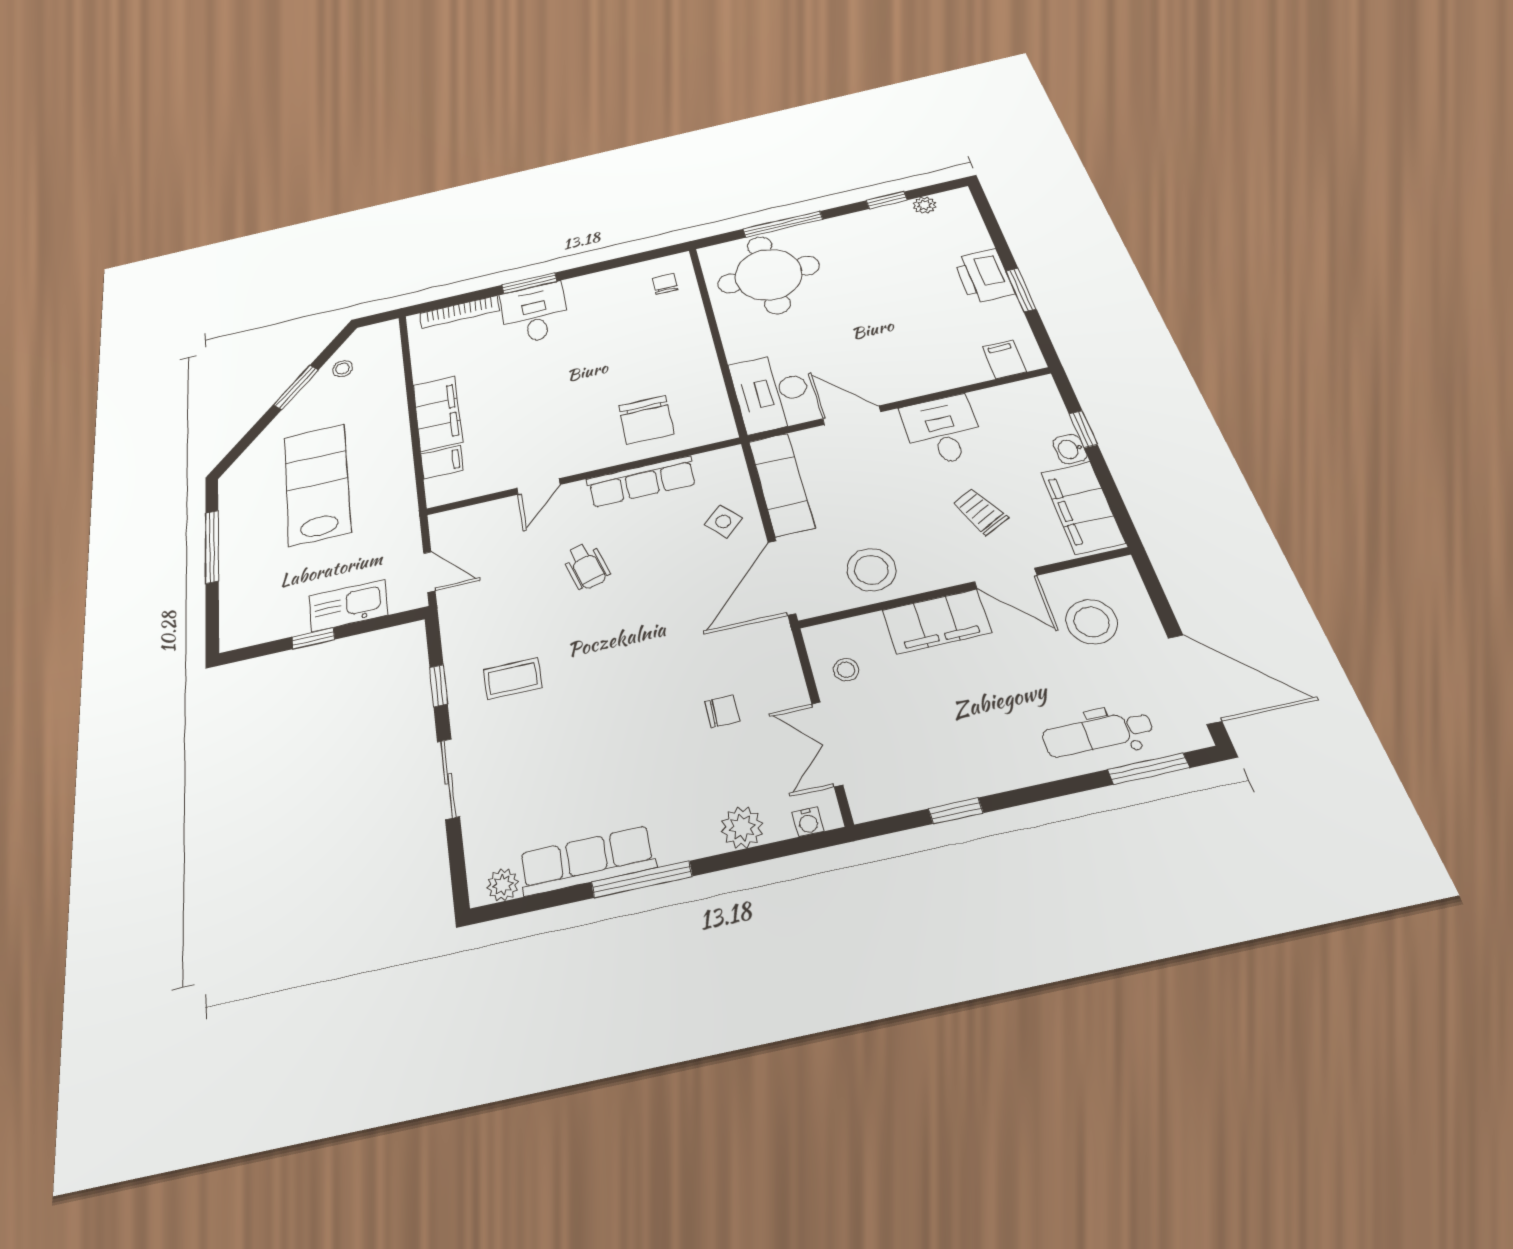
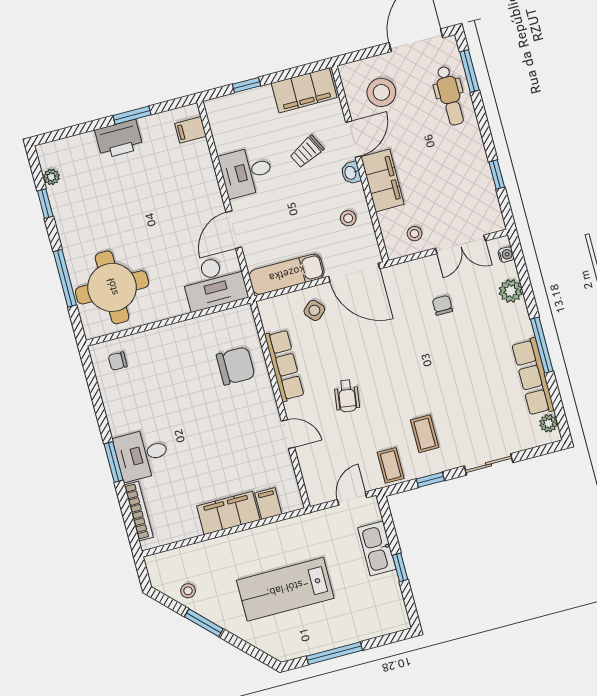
washbasin: (1070, 449) -> (351, 173), moved, turned 90
wheelchair: (586, 566) -> (347, 396), turned 114
stool: (871, 570) -> (348, 218), width x0.53, depth x0.53
coffee table: (470, 627) -> (391, 465), added

